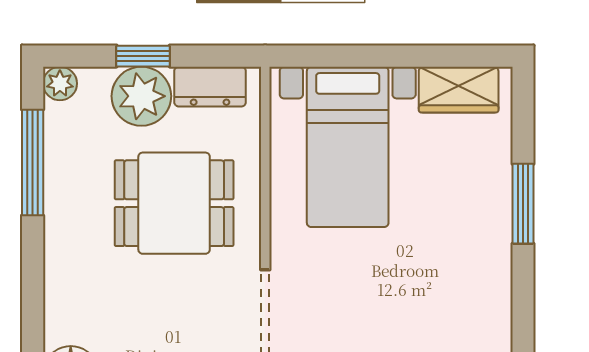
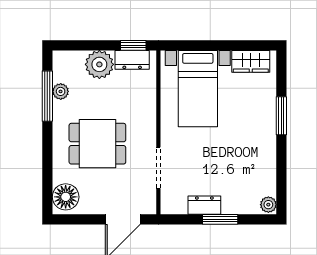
window: (143, 56) -> (133, 45), moved
plant: (60, 83) -> (61, 91), moved
dining table: (174, 203) -> (97, 144), moved

